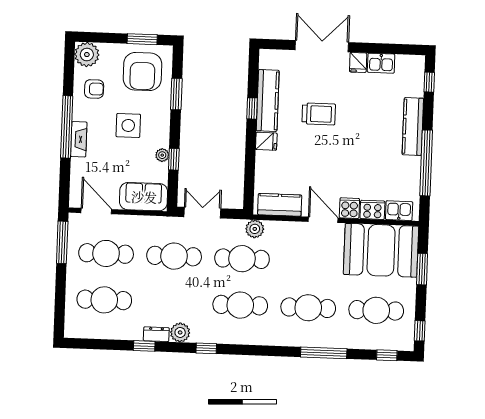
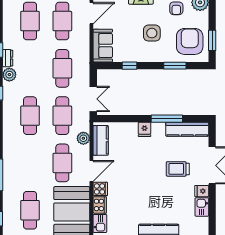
armchair: (142, 71) -> (190, 41), turned 90
kitchen counter: (268, 101) -> (187, 129), moved
window: (252, 108) -> (167, 119), width x2.17
trolley: (319, 114) -> (178, 169), moved, turned 90
plant: (162, 155) -> (132, 57), removed
double door: (202, 213) -> (93, 99), moved
plant: (255, 229) -> (83, 138), moved
cafe table: (308, 308) -> (62, 163), moved

